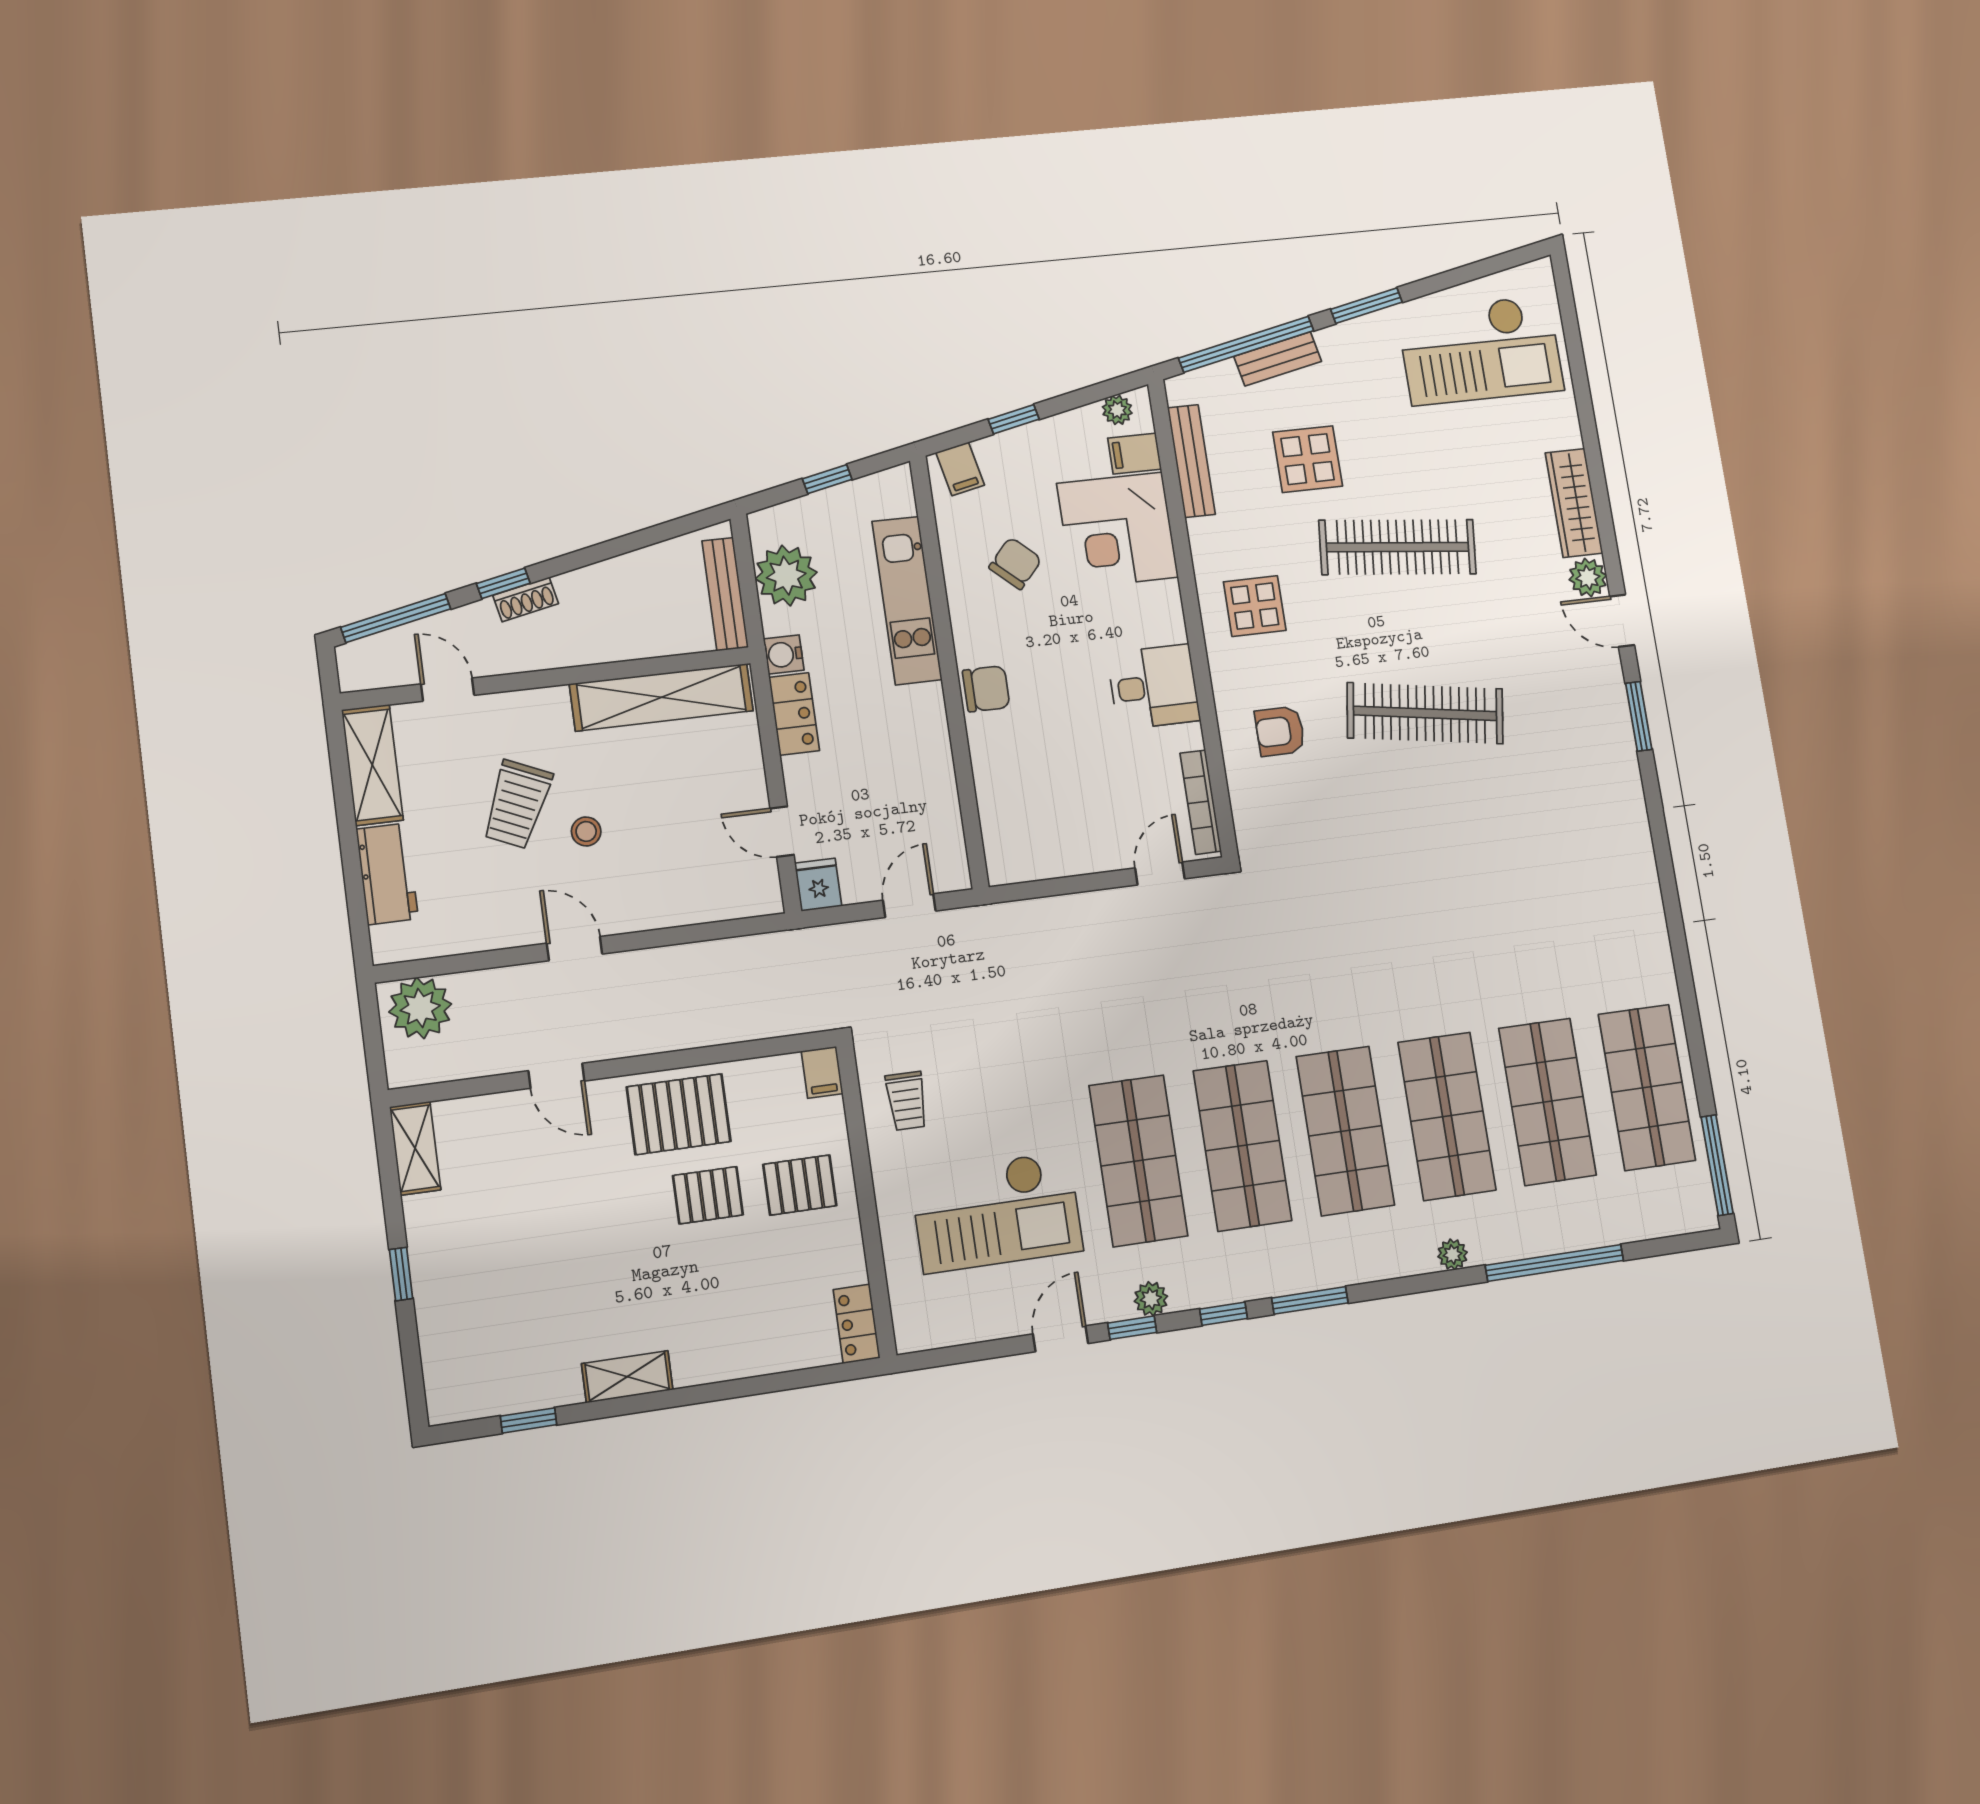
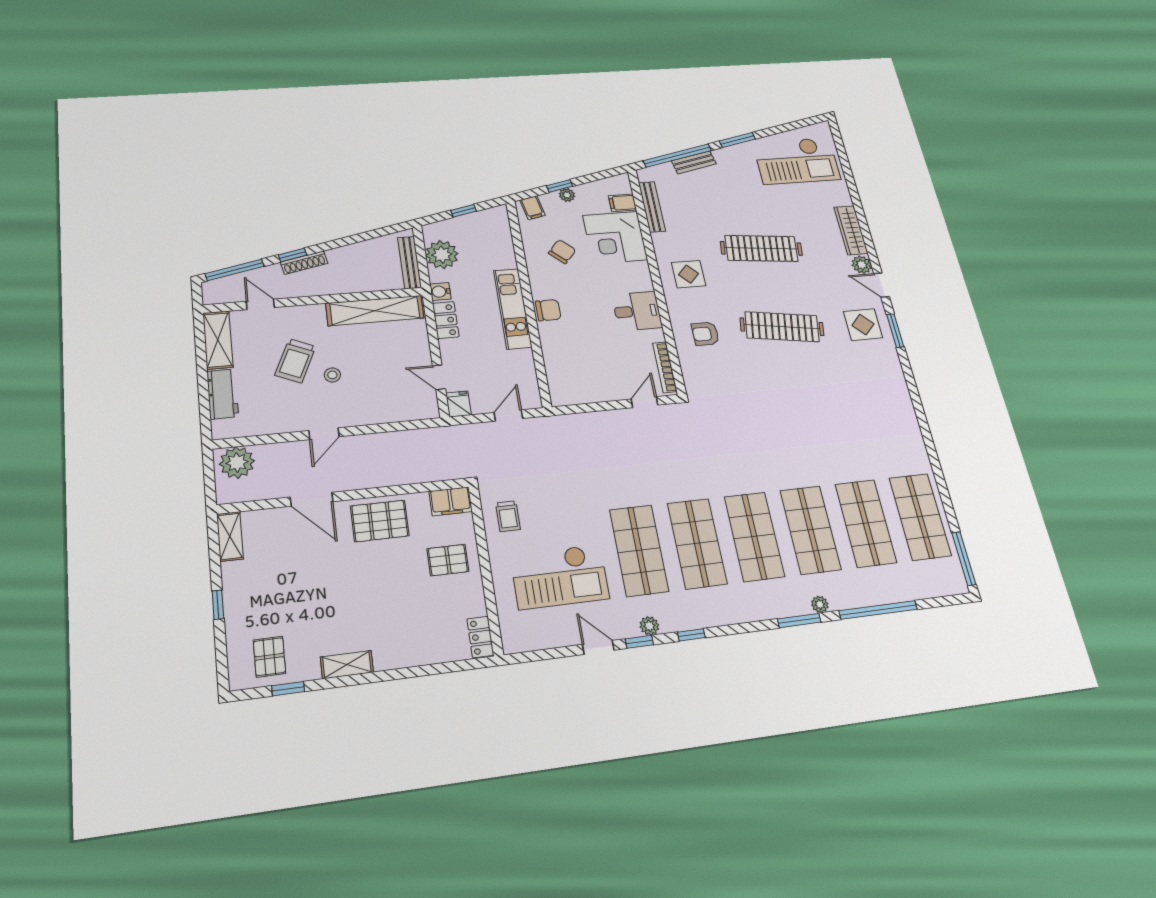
plant: (1117, 410) -> (567, 195), moved
display table: (1308, 459) -> (863, 325), moved
shoe rack: (526, 599) -> (304, 263), width x1.43
kitchen unit: (907, 600) -> (513, 309), moved
door: (575, 949) -> (324, 434), swing flipped
filing cabinet: (822, 1072) -> (451, 501), width x2.00
door: (556, 1076) -> (312, 499), width x1.38
pallet: (708, 1195) -> (269, 657), moved, turned 90
window: (1310, 1300) -> (799, 621), moved
door: (1061, 1339) -> (598, 647), hinge flipped

